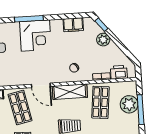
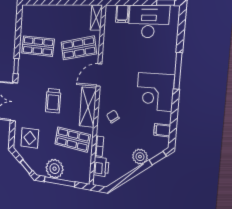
filing cabinet: (73, 25) -> (162, 130), width x0.50
corner desk: (35, 36) -> (155, 92), moved
plant: (129, 104) -> (55, 169), moved

